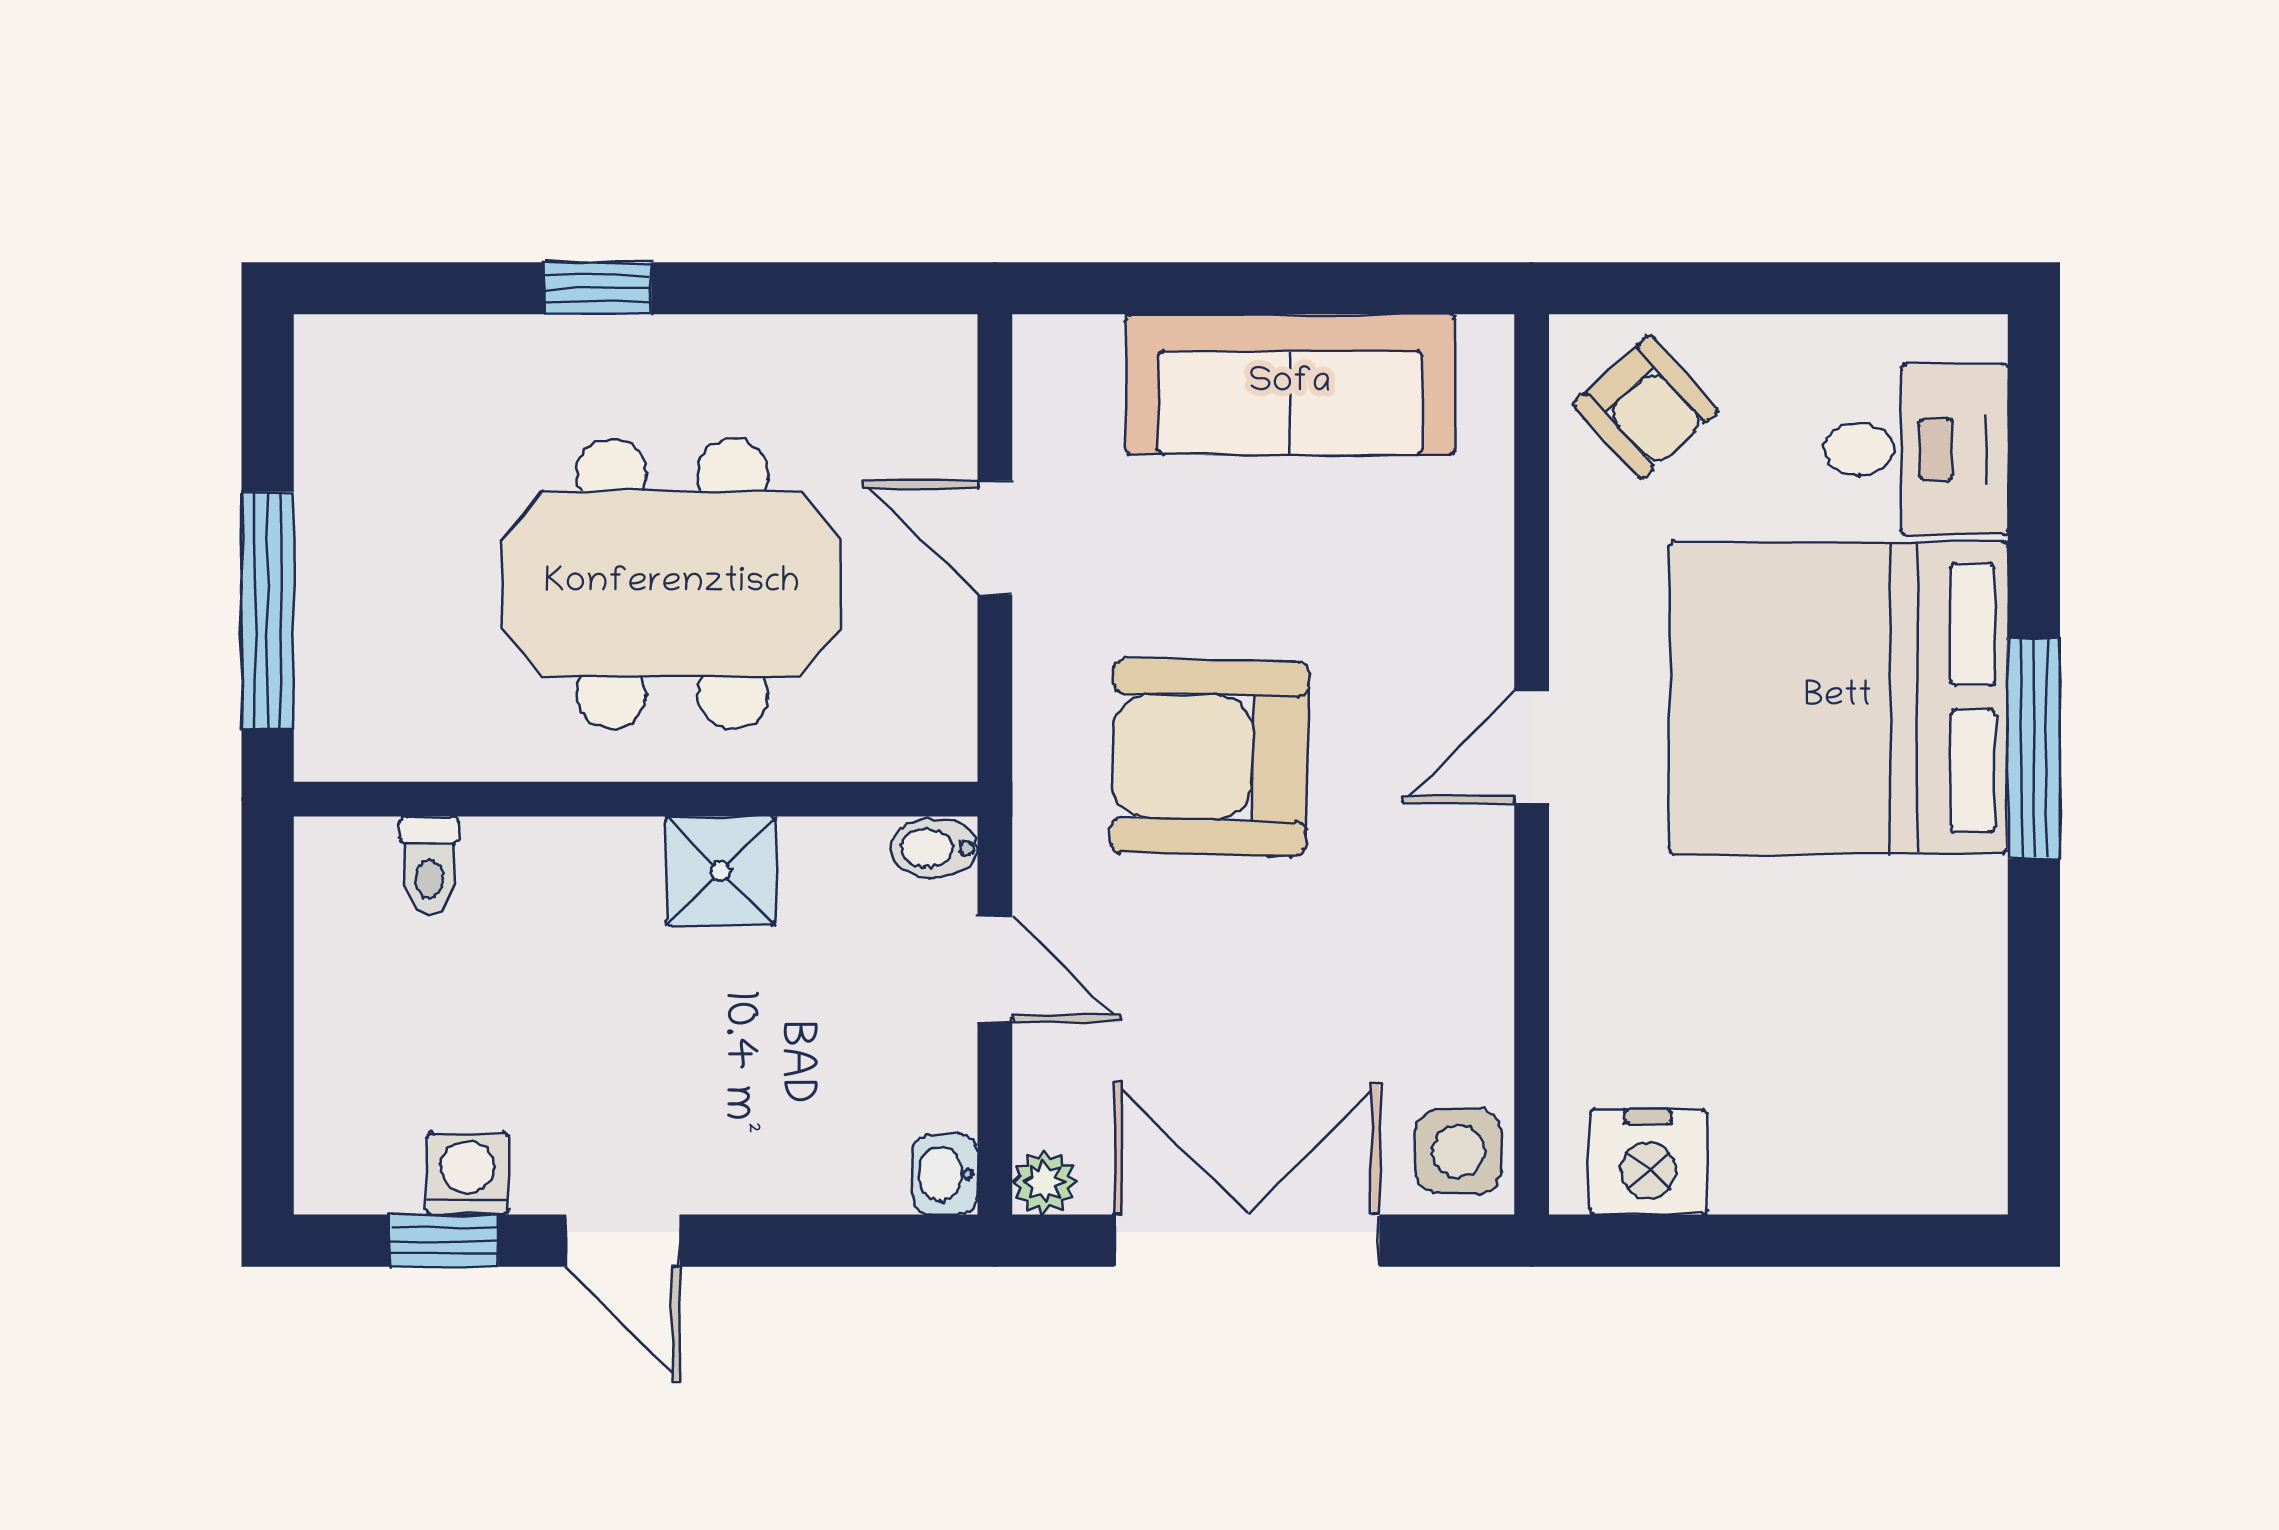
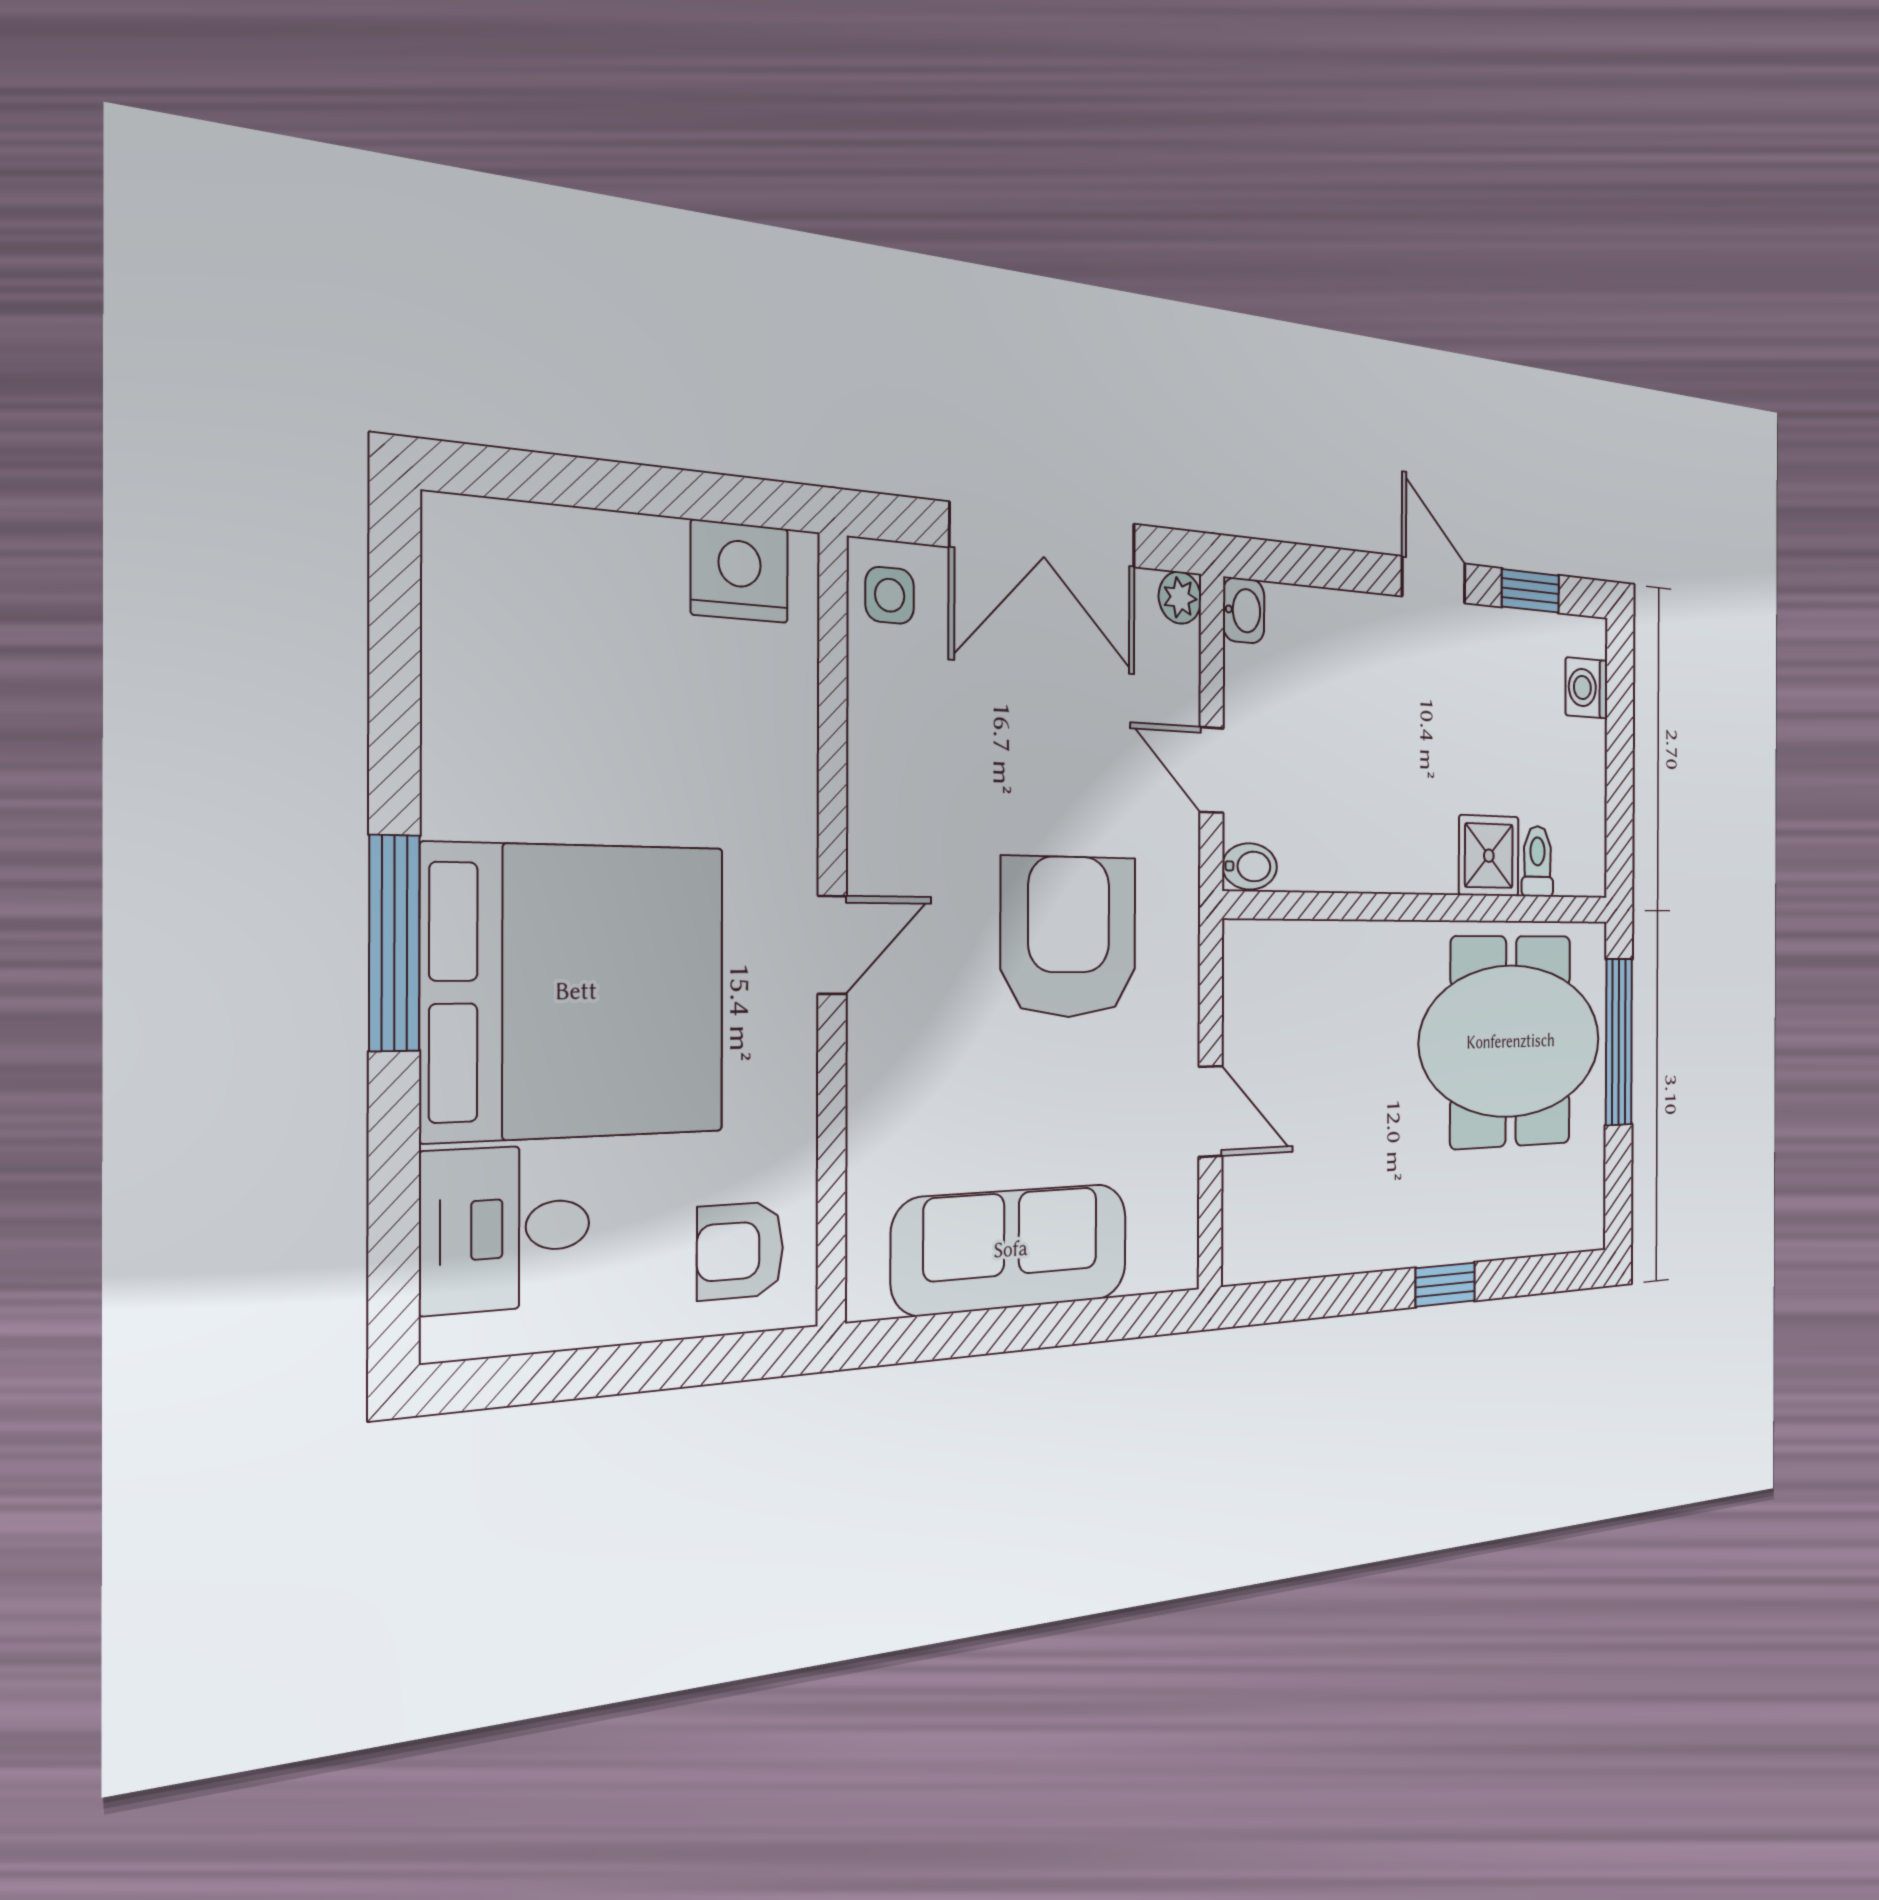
armchair: (1646, 407) -> (740, 1251), turned -48
meeting table: (672, 584) -> (1511, 1041), moved
armchair: (1210, 757) -> (1069, 937), turned -91
shower: (721, 871) -> (1489, 856), moved
side table: (1458, 1151) -> (890, 595), width x0.73, depth x0.73
washing machine: (467, 1174) -> (1587, 688), moved, turned 90

